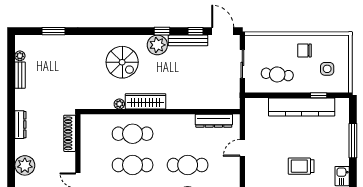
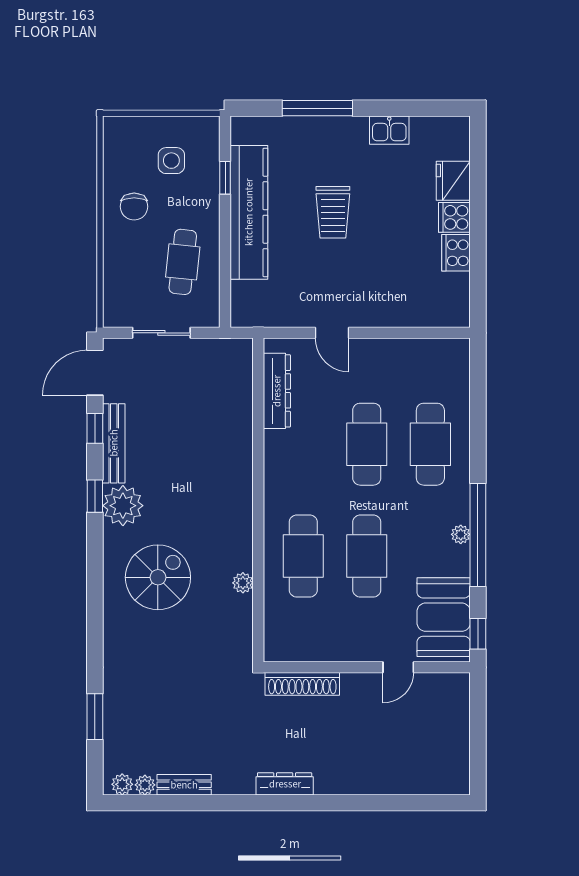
wardrobe: (146, 101) -> (237, 530), removed
plant: (25, 165) -> (122, 784), moved, width x0.53, depth x0.53
trolley: (301, 166) -> (333, 212), moved

